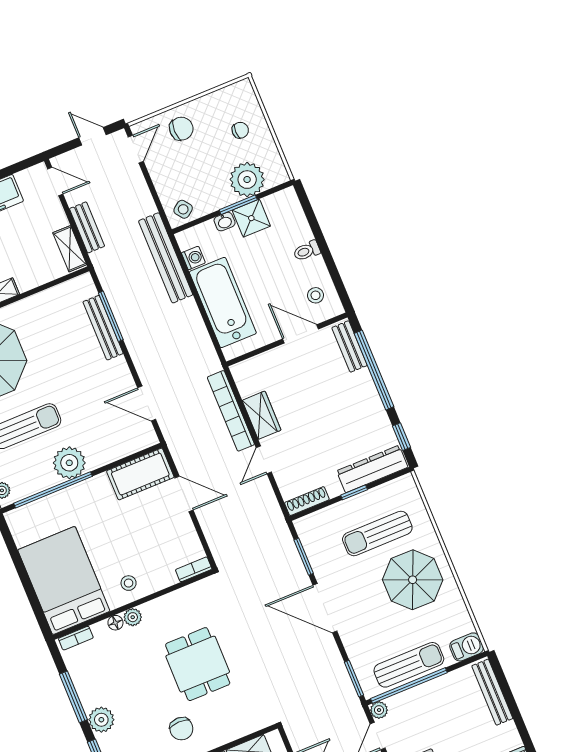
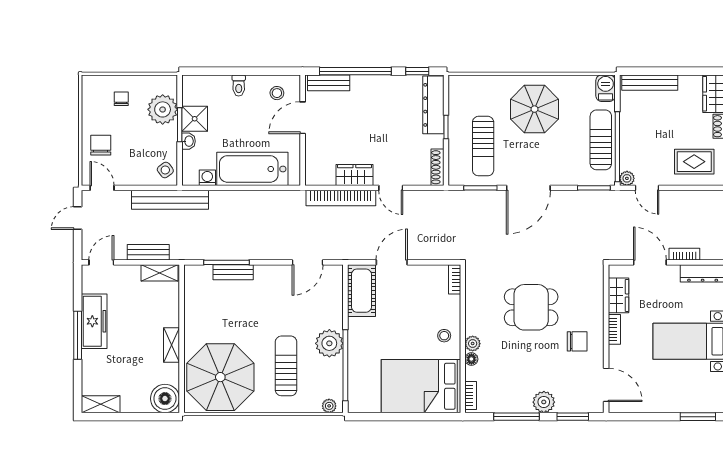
bench: (166, 258) -> (170, 200), moved
bench: (103, 328) -> (233, 272), width x0.73
sun lounger: (377, 533) -> (483, 146), moved

